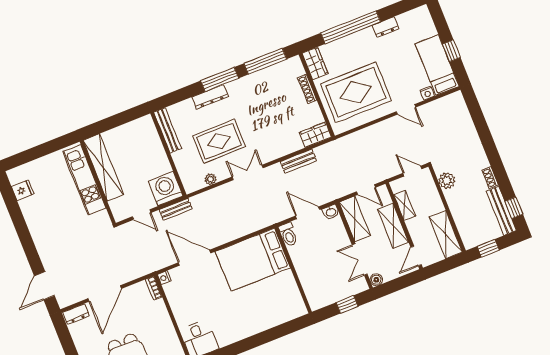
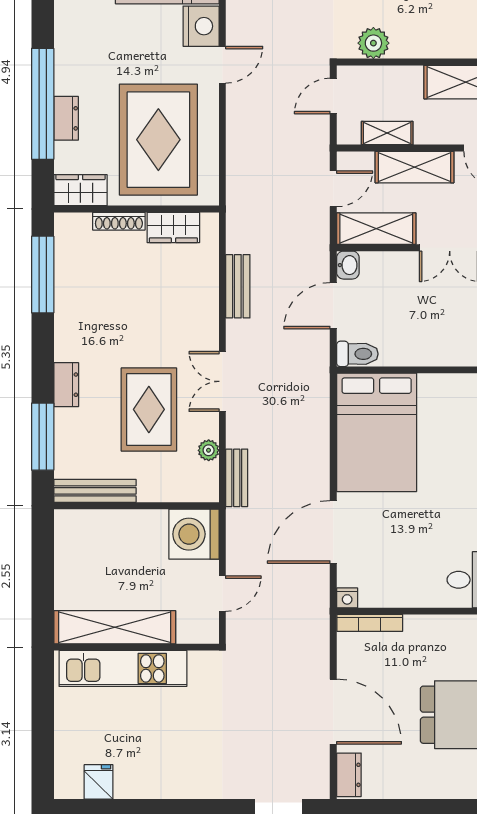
dresser: (385, 27) -> (66, 118), moved
window: (220, 79) -> (43, 437), moved
nightstand: (427, 93) -> (201, 26), width x1.89, depth x1.79
dresser: (210, 97) -> (66, 385), width x0.70
wardrobe: (315, 135) -> (173, 227), moved, turned -90
bench: (176, 209) -> (237, 478), moved
bookcase: (154, 288) -> (370, 623), width x1.56

